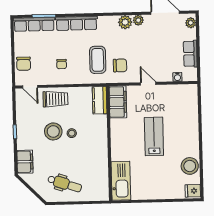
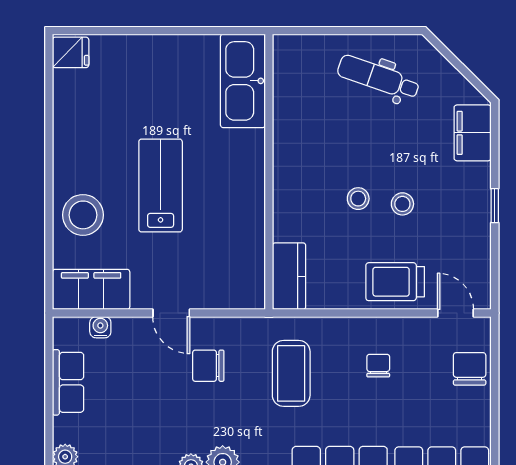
chair: (120, 65) -> (208, 366), moved
filing cabinet: (118, 102) -> (91, 289), moved, turned 90
stool: (53, 131) -> (402, 204), width x0.53, depth x0.53
lab bench: (154, 136) -> (161, 186), turned 180
stool: (190, 166) -> (83, 215), moved

